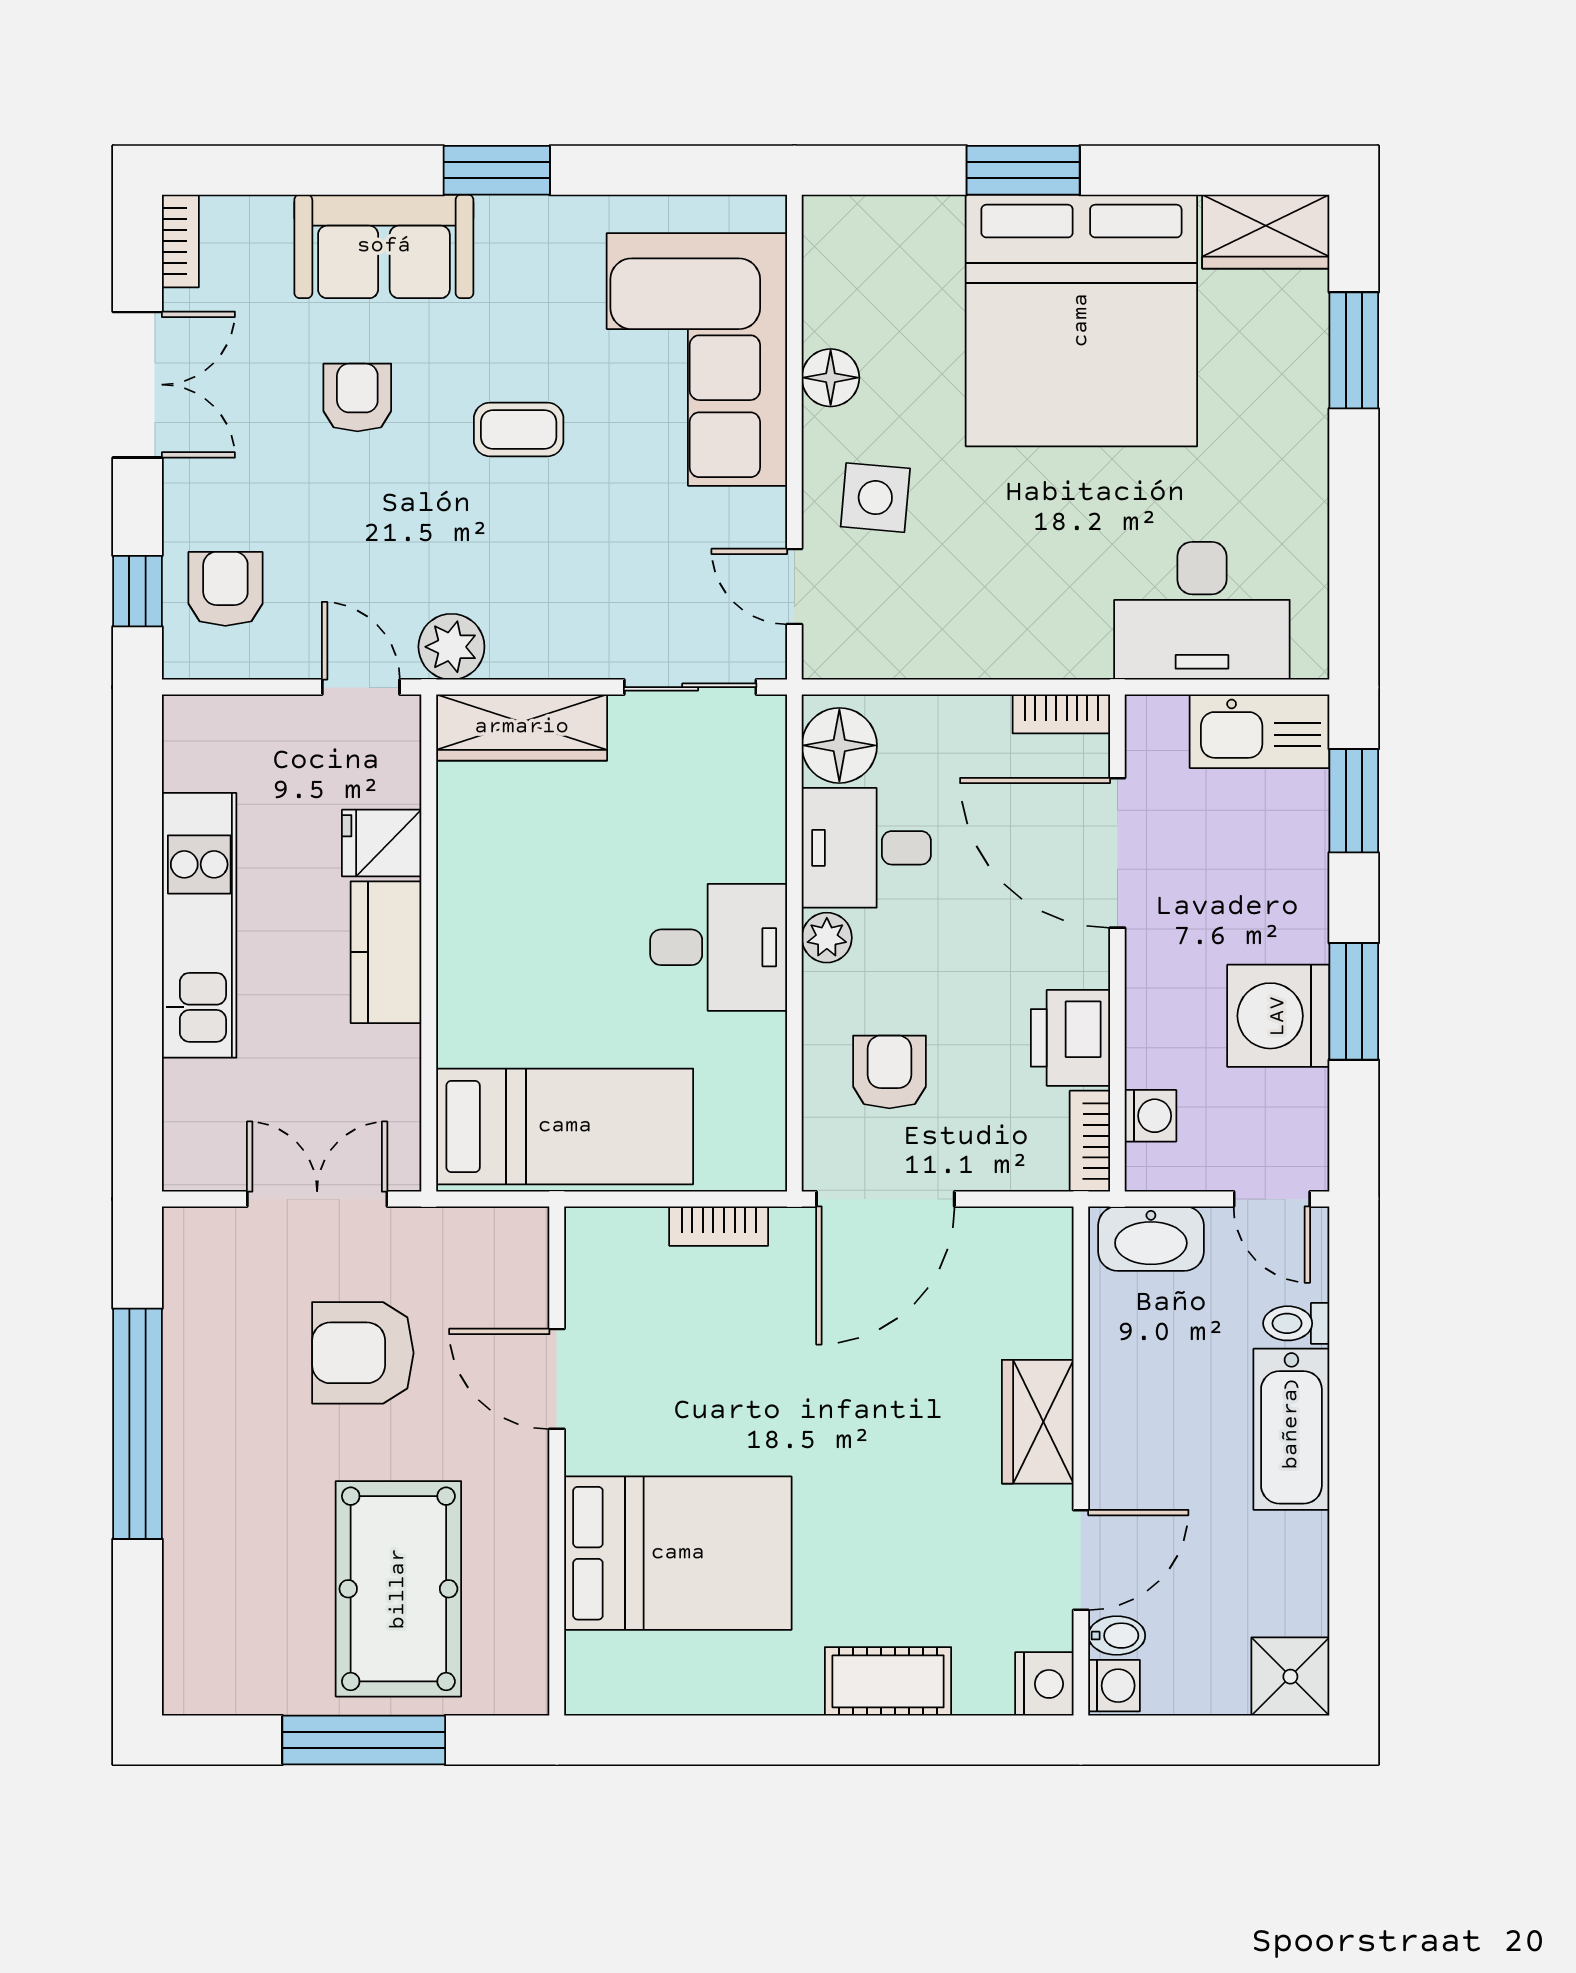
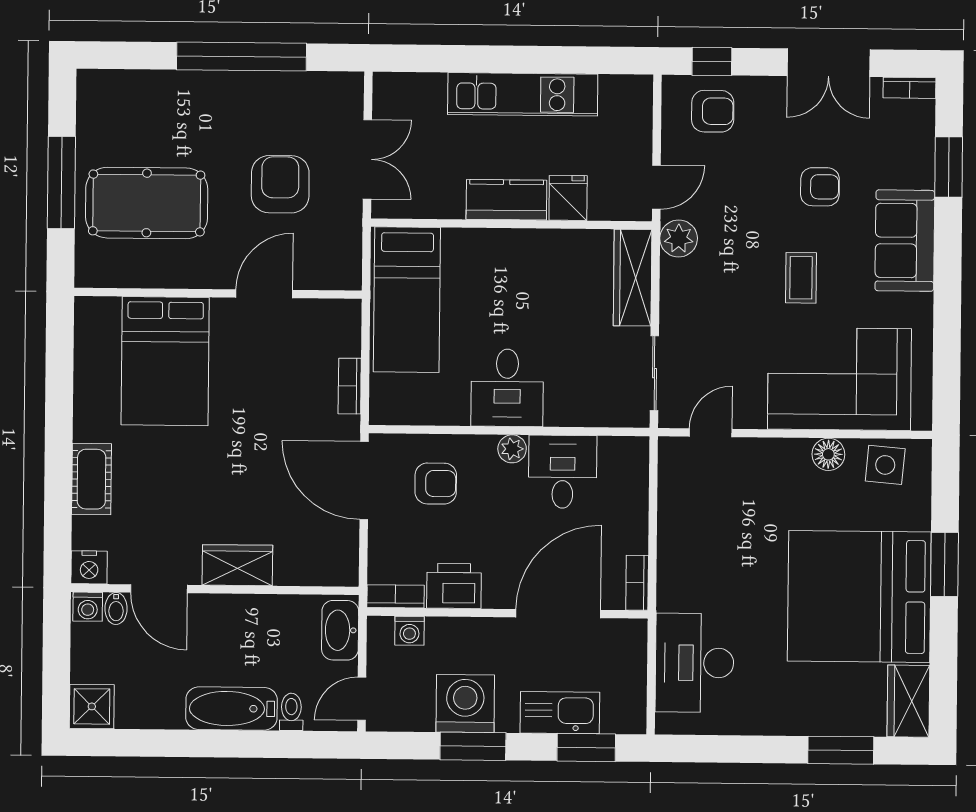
window: (497, 170) -> (949, 167), moved
sofa: (384, 246) -> (905, 241), moved
side table: (875, 498) -> (885, 465), moved
kitchen sink: (1260, 731) -> (560, 713), moved, turned 90
floor lamp: (839, 745) -> (621, 457), removed

